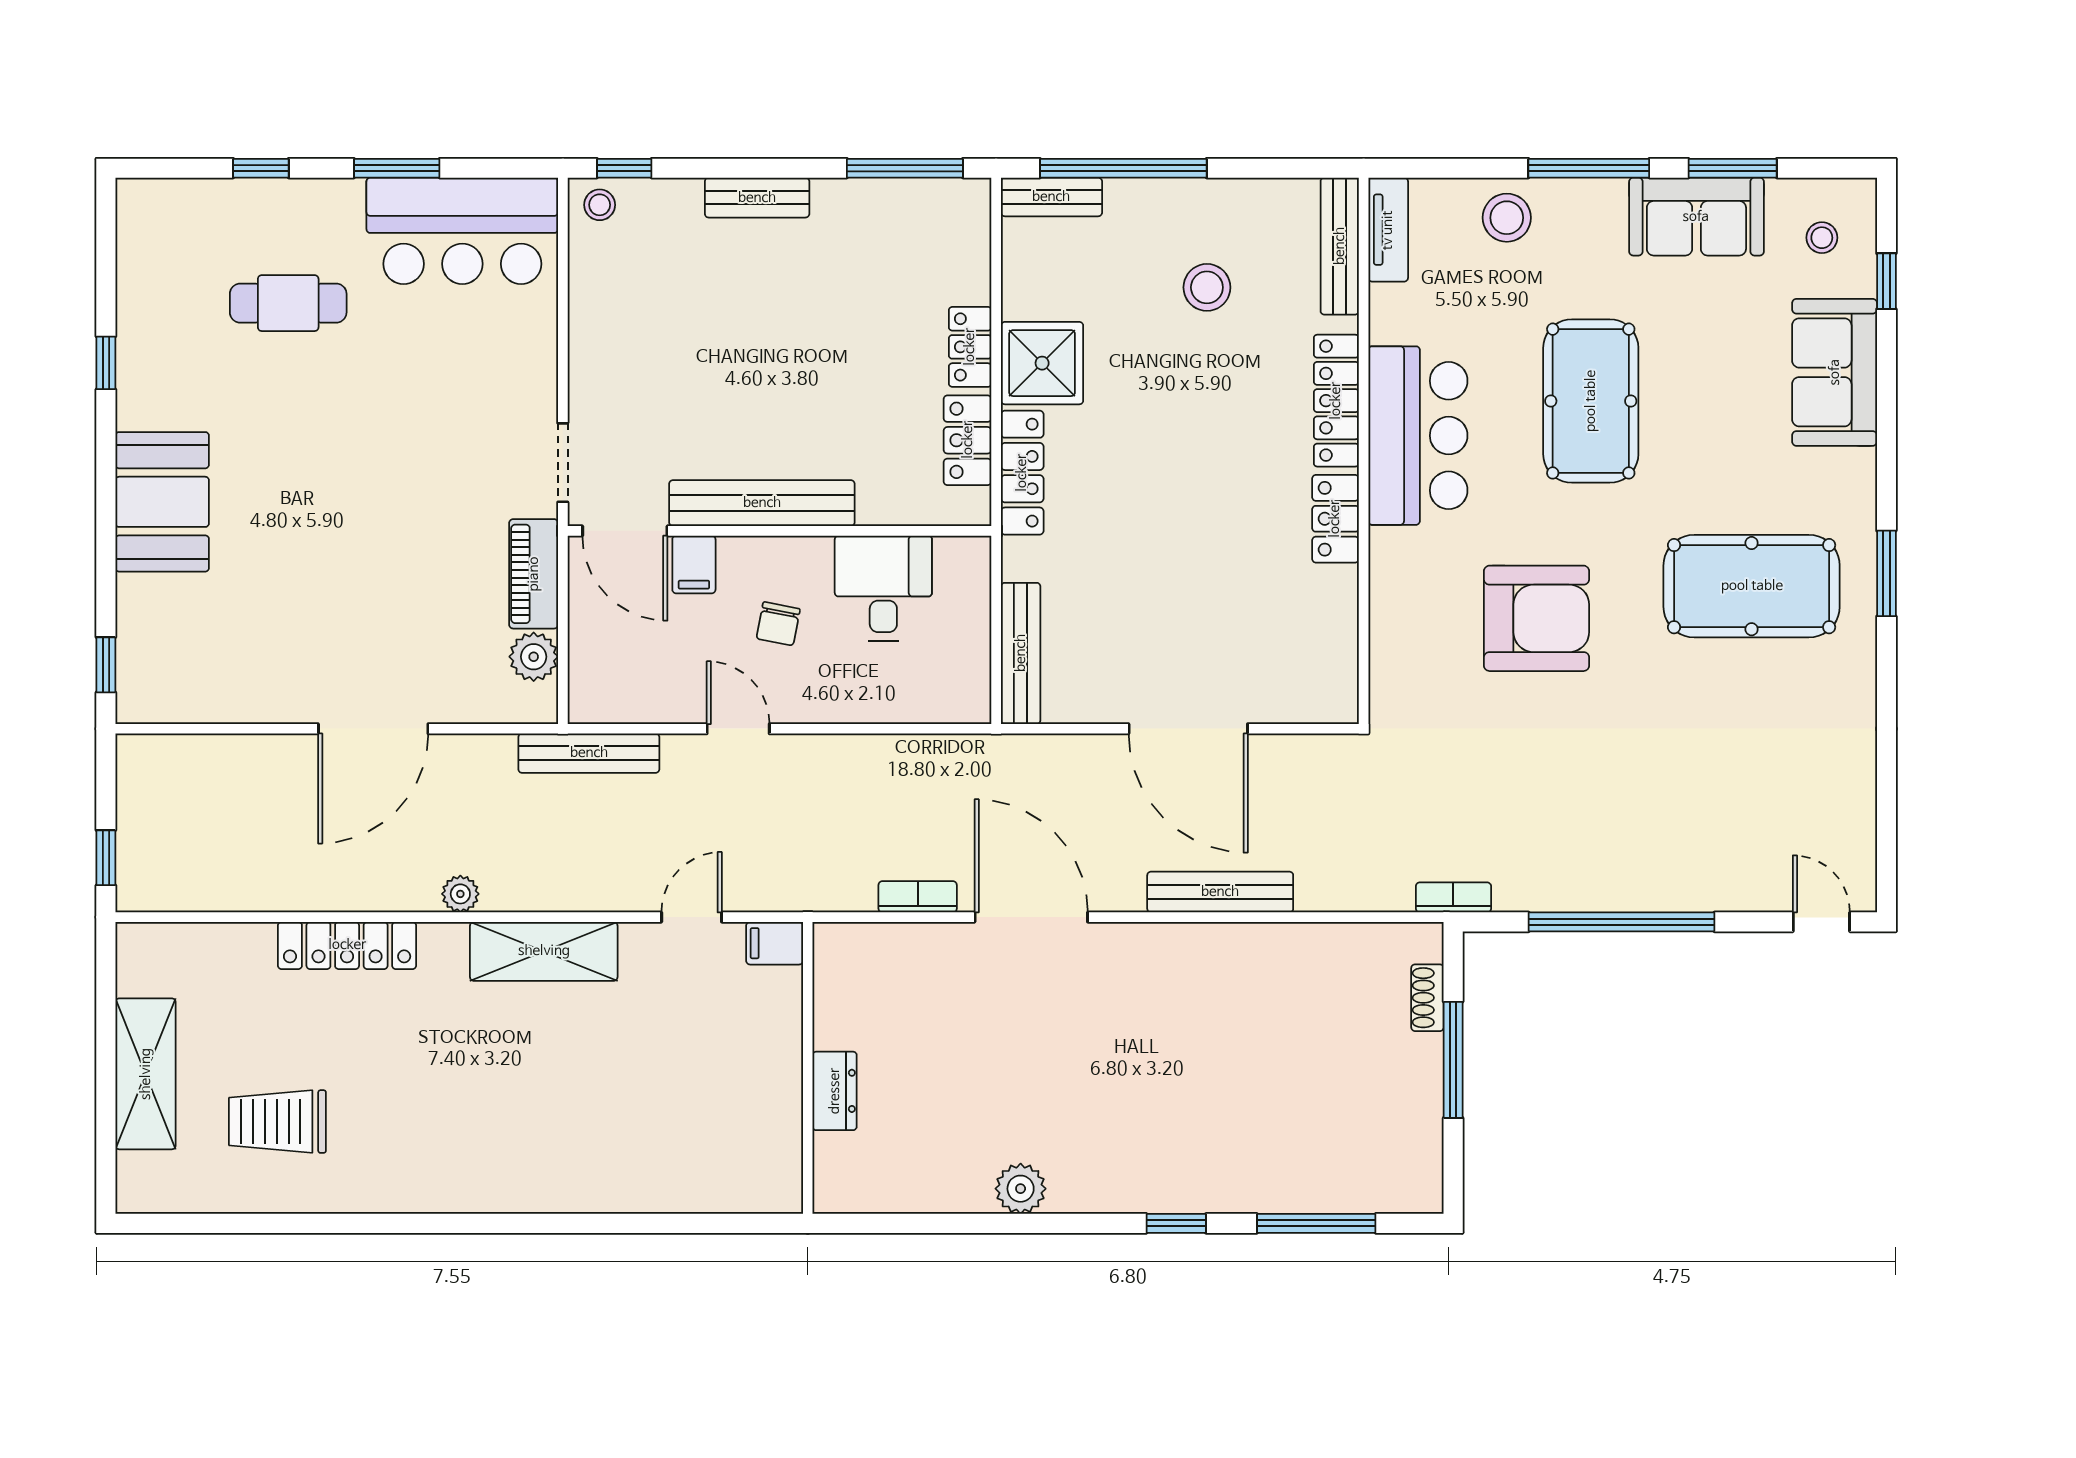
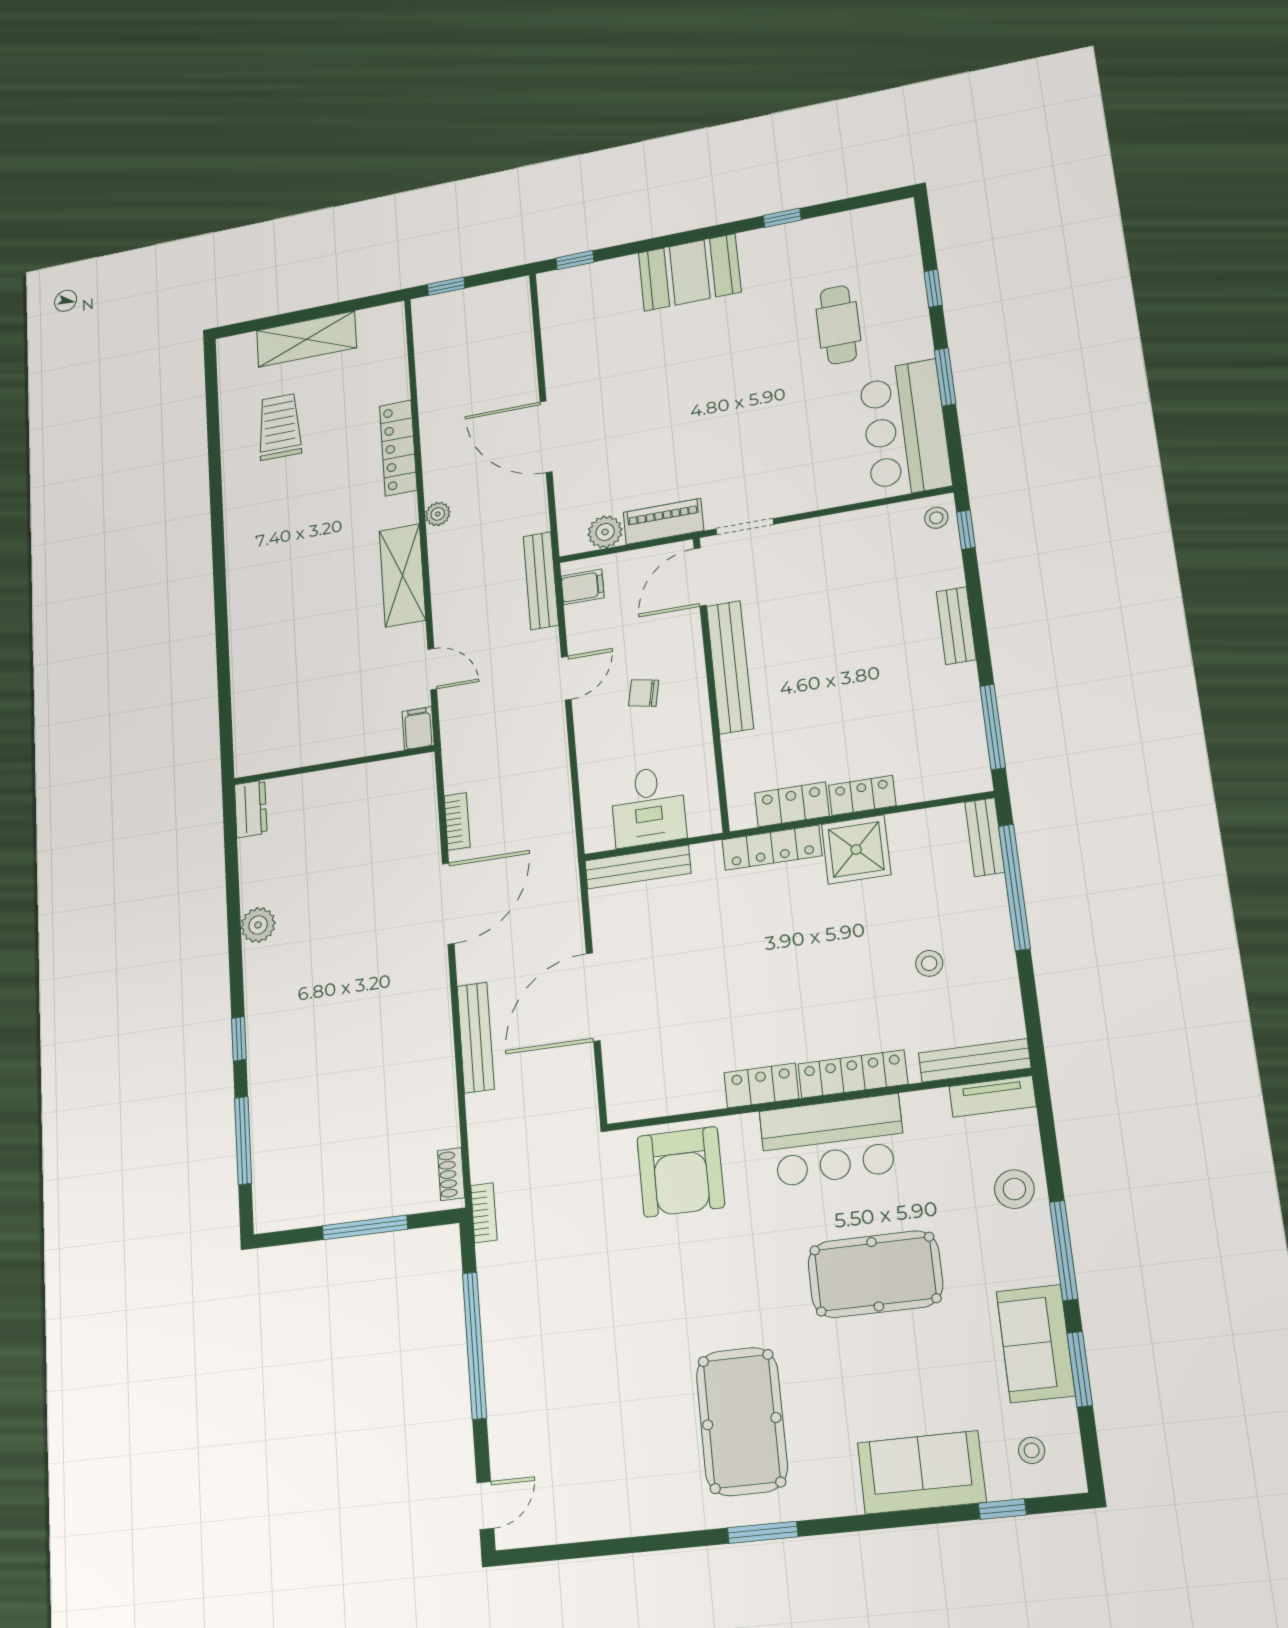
stool: (1207, 287) -> (929, 963), width x0.73, depth x0.73
filing cabinet: (694, 564) -> (583, 587), moved, turned 180
desk: (883, 588) -> (648, 806), moved, turned 90
armchair: (1537, 618) -> (681, 1172), moved
shoe rack: (1427, 998) -> (451, 1174), moved, turned -90
dresser: (835, 1091) -> (251, 809), moved, turned -90

